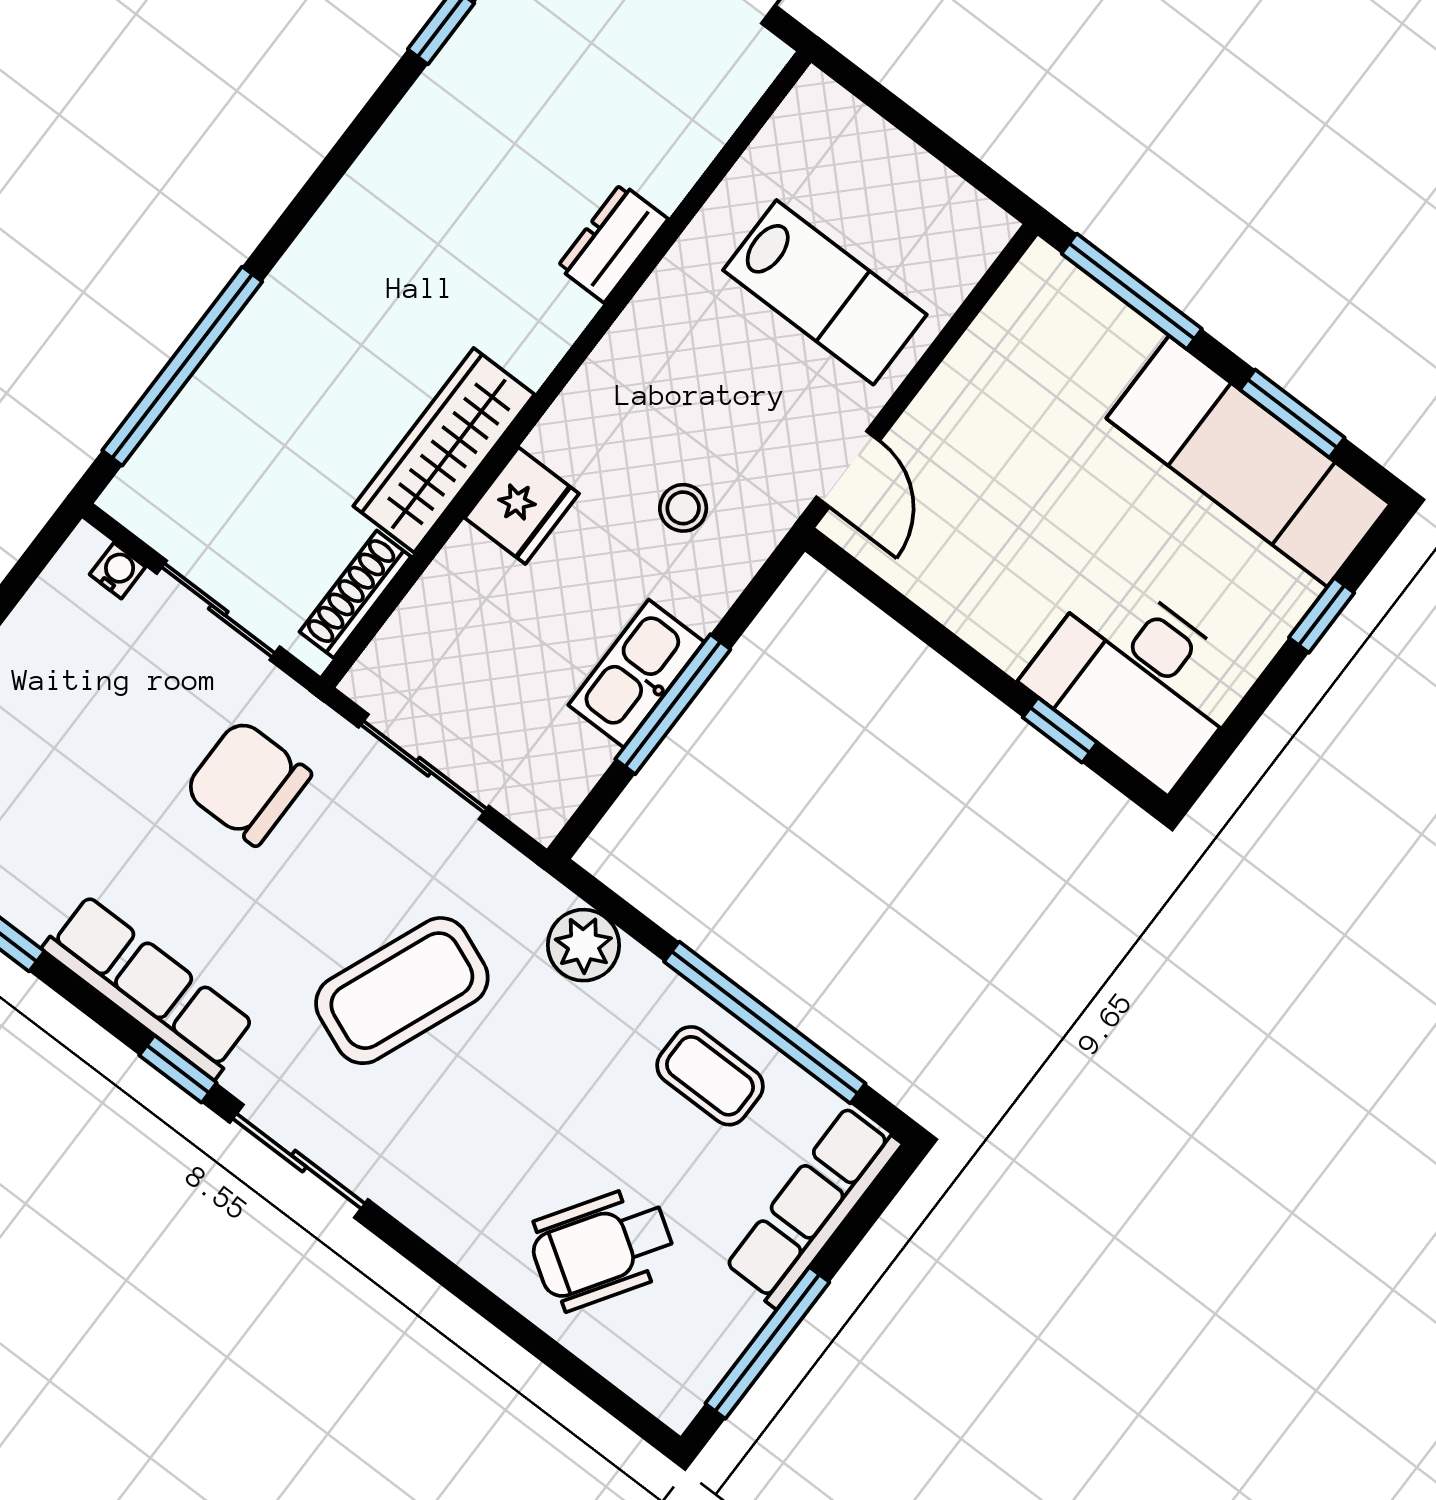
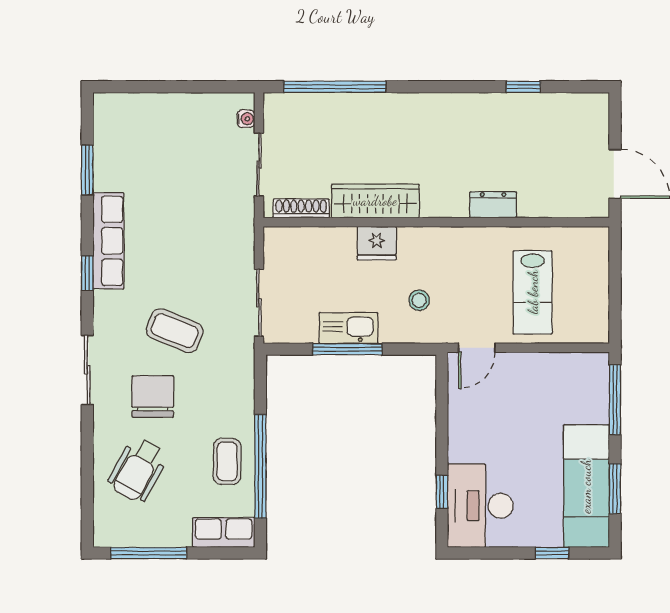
sliding door: (424, 767) -> (259, 303), moved
chair: (248, 782) -> (153, 396), moved
plant: (584, 945) -> (239, 382), removed
coffee table: (402, 991) -> (175, 331), width x0.73, depth x0.76
sliding door: (299, 1161) -> (87, 370), moved
row of seats: (813, 1206) -> (224, 533), width x0.68
wheelchair: (602, 1248) -> (138, 470), turned -94

